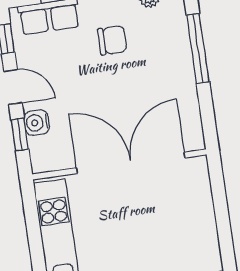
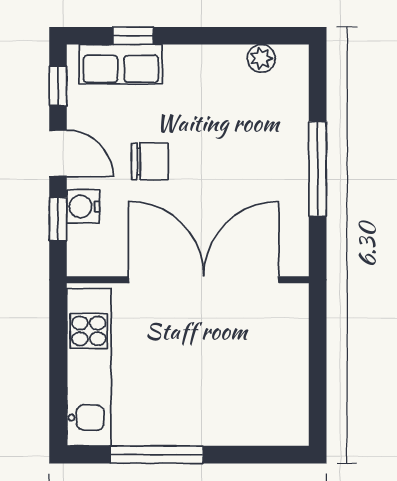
chair: (112, 40) -> (150, 161), moved
window: (198, 49) -> (318, 169), moved

